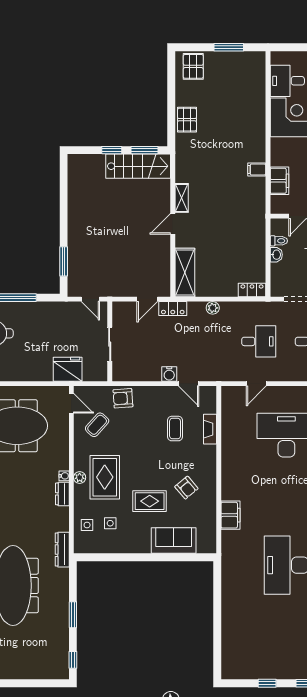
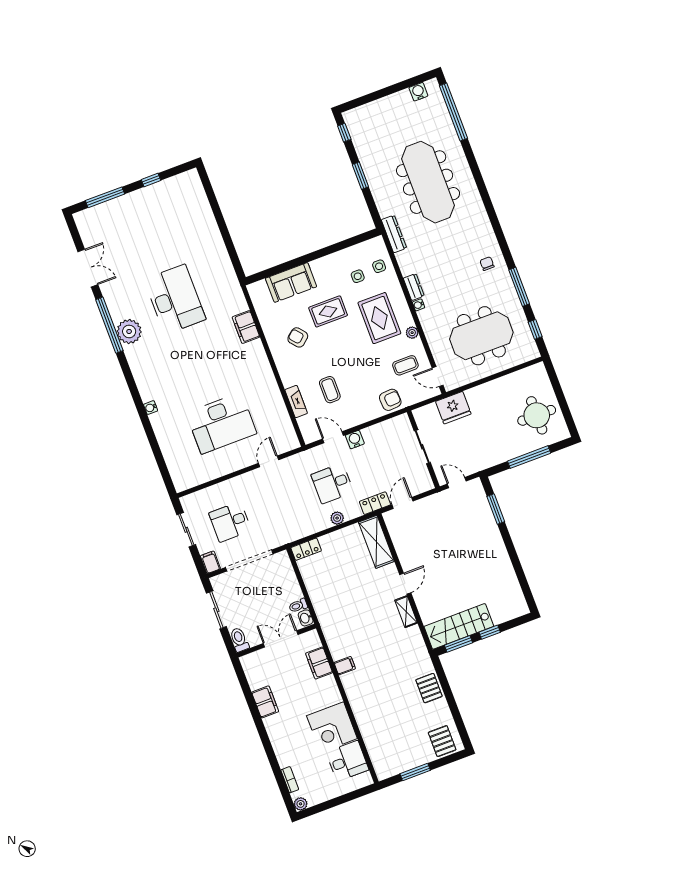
washbasin: (276, 255) -> (306, 618), moved
desk: (259, 341) -> (332, 483), moved
coffee table: (97, 425) -> (405, 365), turned 48
plant: (80, 478) -> (412, 333), moved

